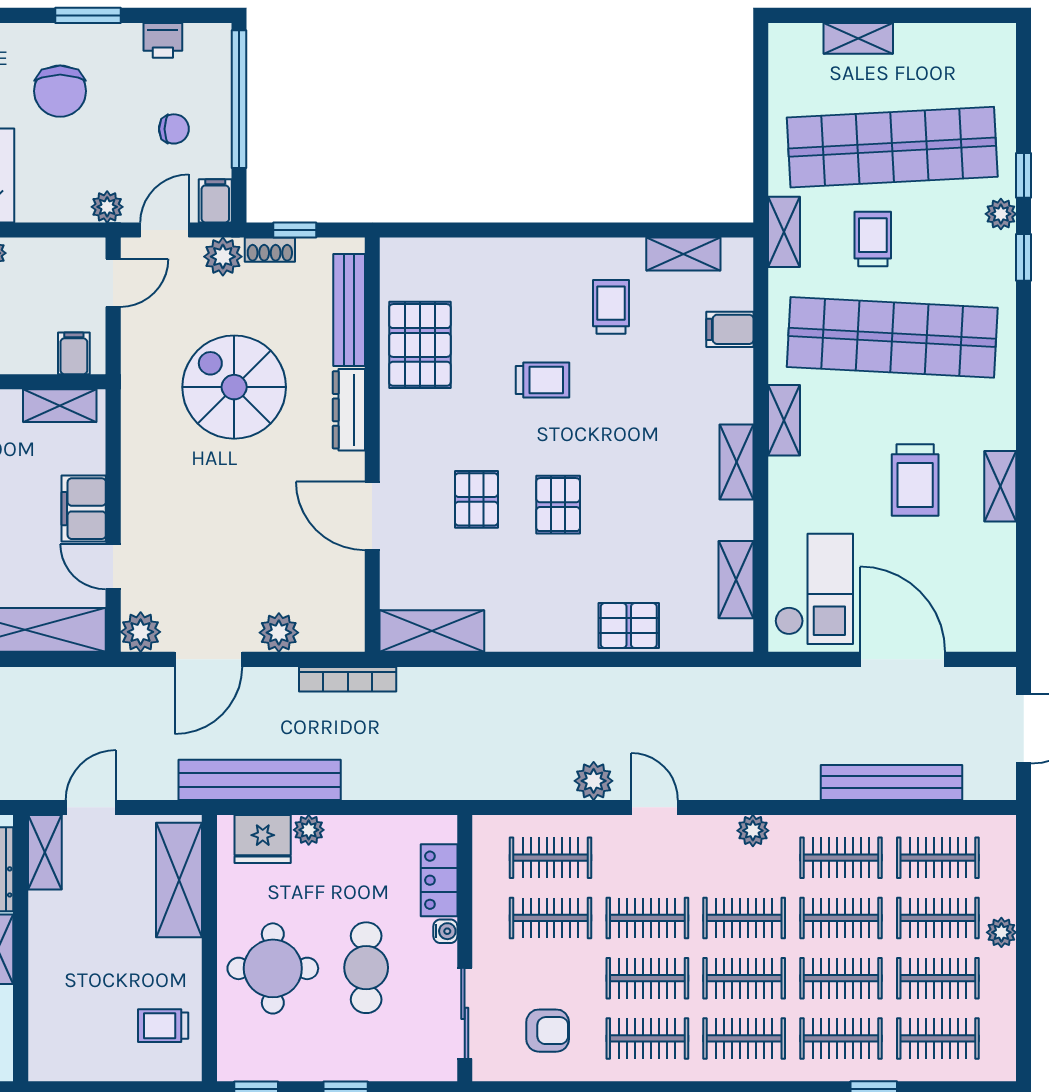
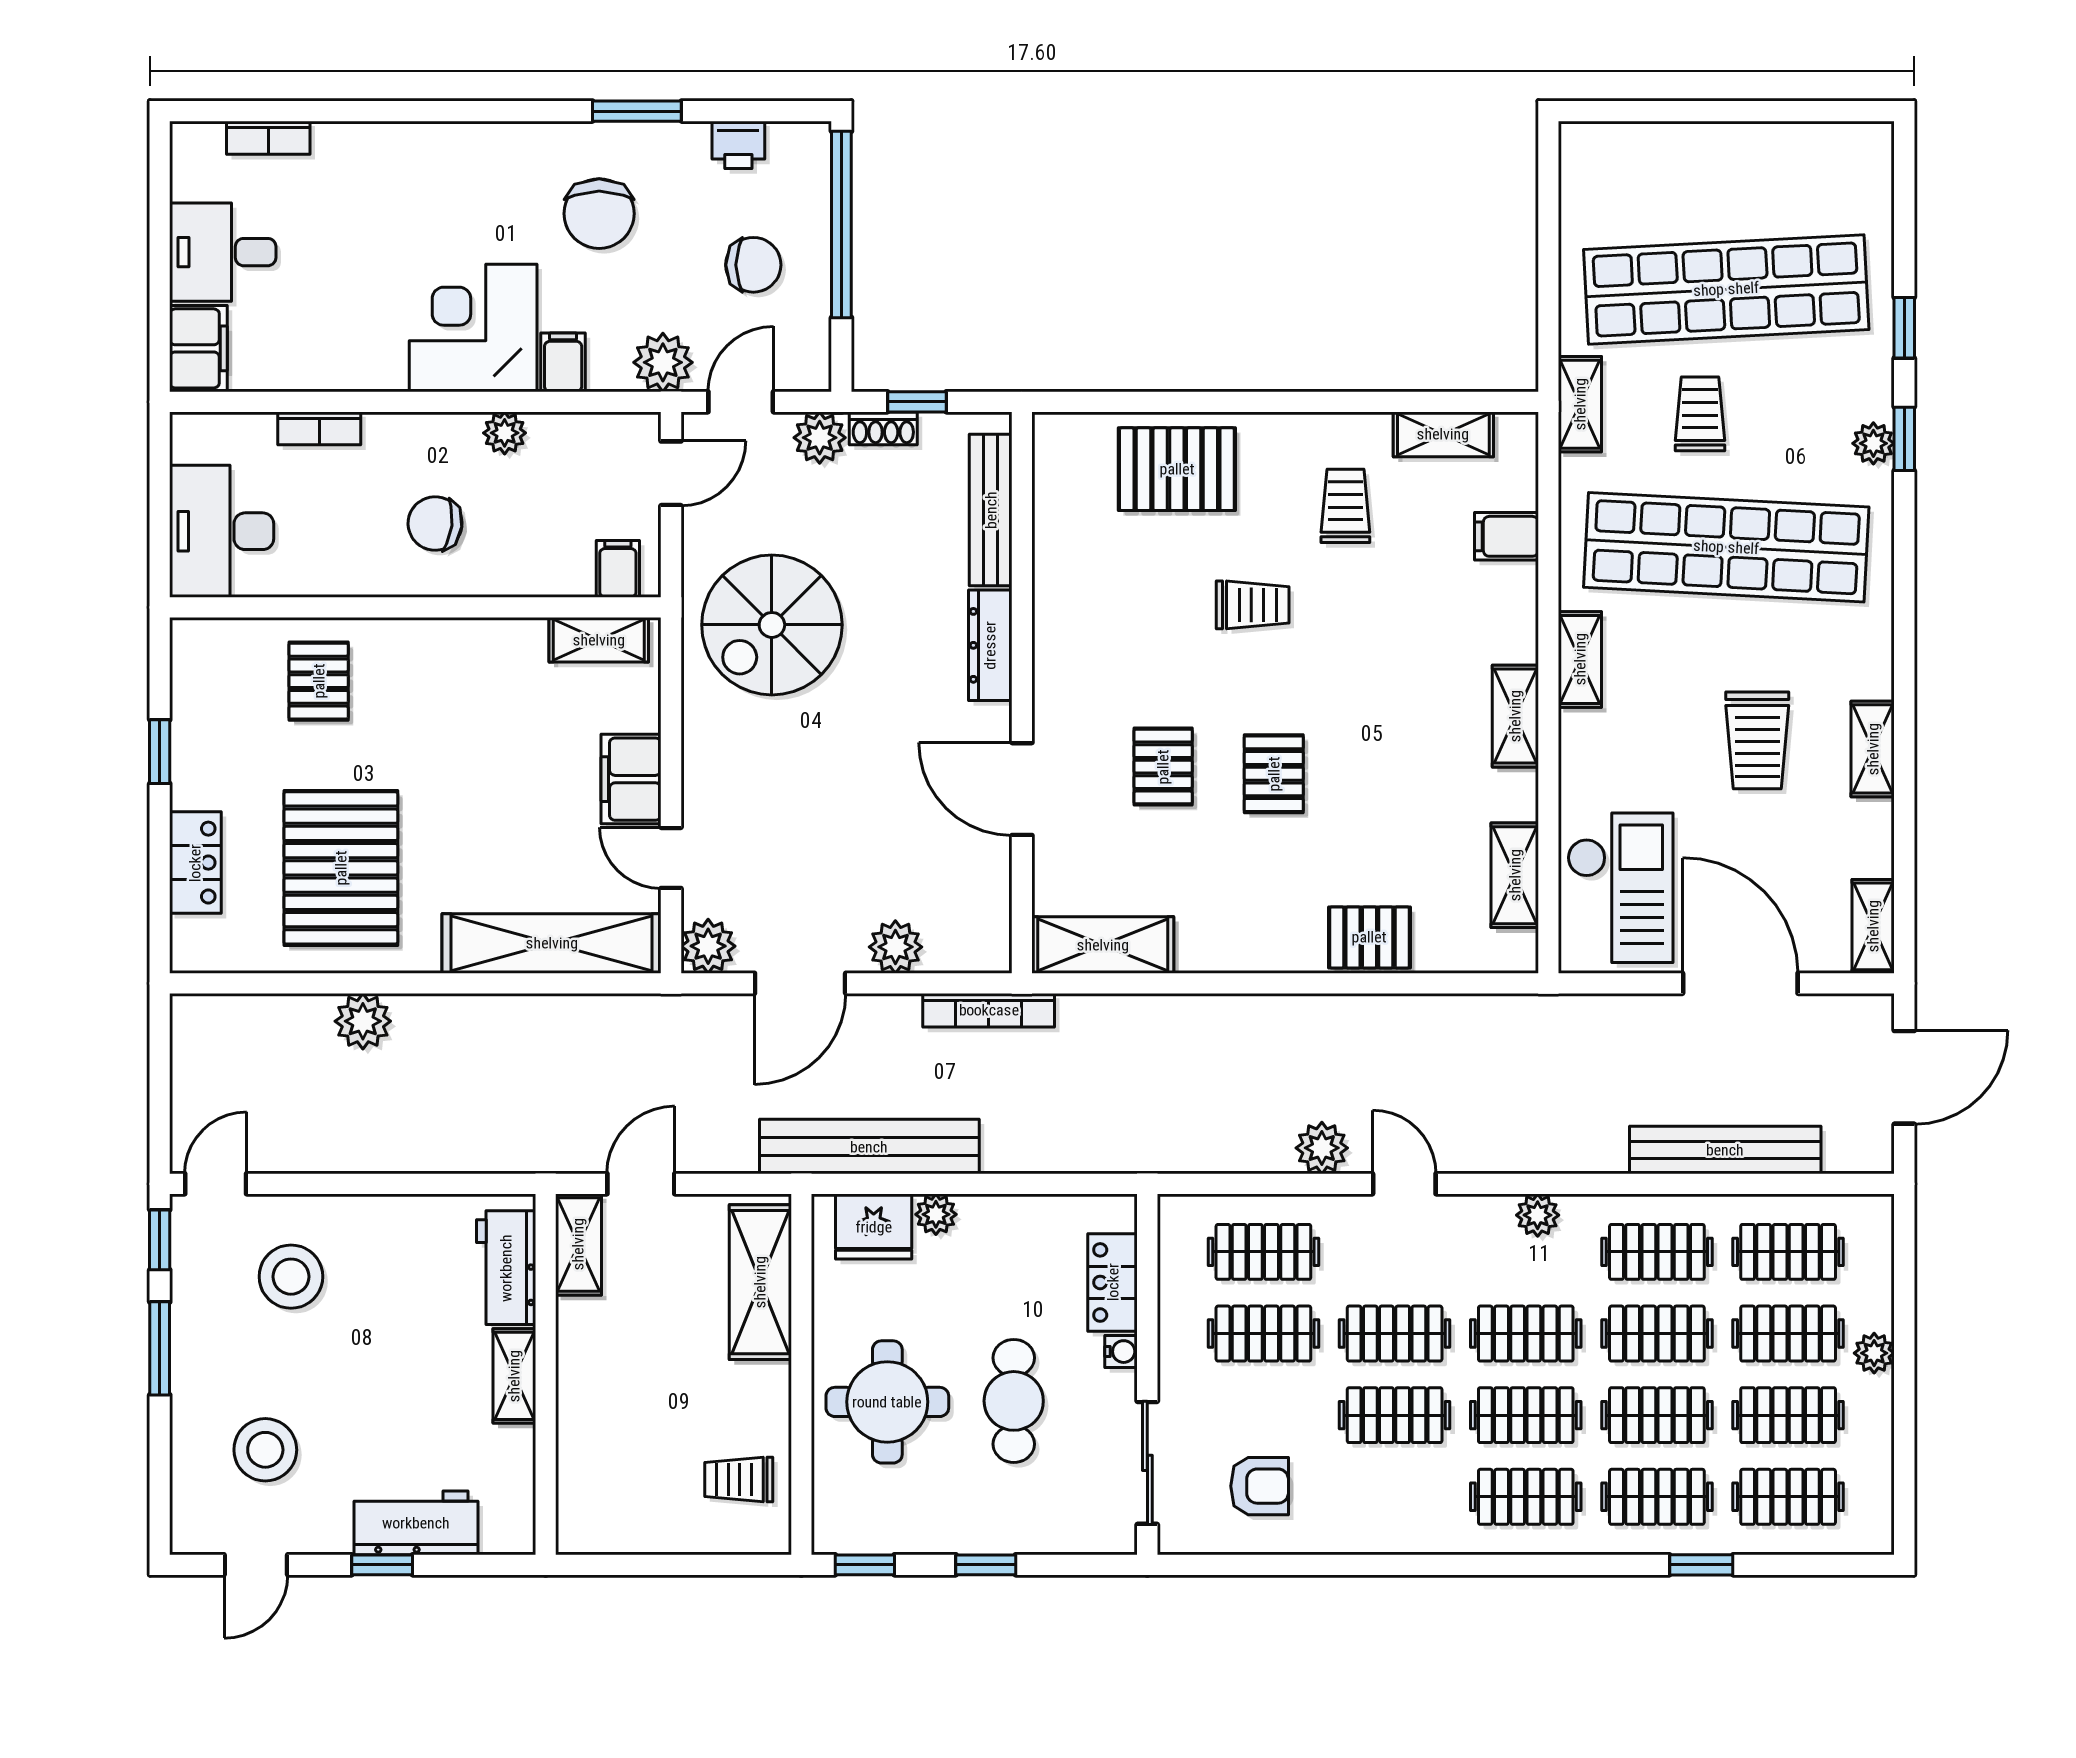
shelving: (858, 38) -> (1873, 926), moved, turned 90
chair: (174, 129) -> (753, 265), width x1.37, depth x1.37
filing cabinet: (215, 201) -> (563, 362), moved
plant: (107, 207) -> (663, 362), width x1.38, depth x1.38
plant: (1001, 214) -> (1873, 443), moved
pallet: (420, 345) -> (1177, 469), moved, turned 90
spiral stairs: (234, 387) -> (772, 625), moved, turned -90
clothes rail: (647, 1038) -> (1395, 1497), removed

